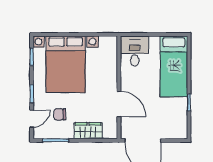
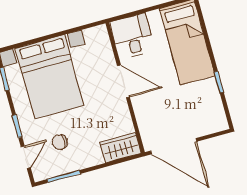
door: (119, 104) -> (123, 81), moved
wardrobe: (88, 131) -> (121, 148), moved

